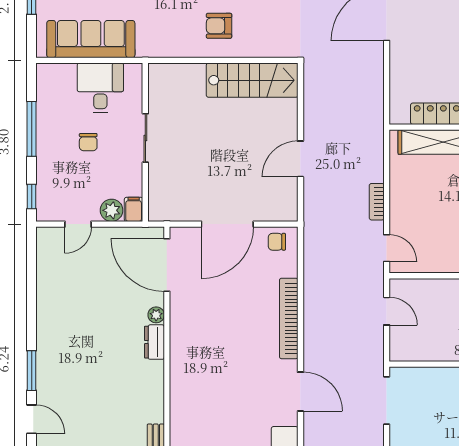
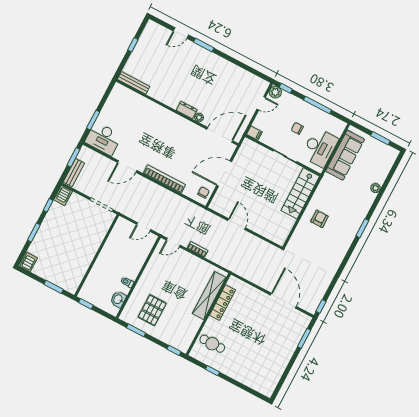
stairs: (252, 80) -> (300, 193), moved
desk: (100, 88) -> (320, 148), width x1.37
plant: (112, 210) -> (275, 92), moved
door: (78, 224) -> (261, 103), swing flipped
door: (227, 224) -> (224, 174), hinge flipped

